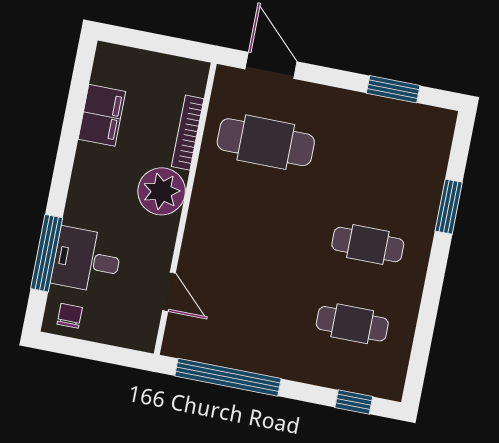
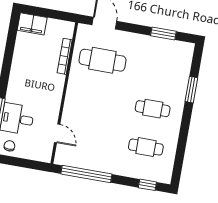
filing cabinet: (102, 115) -> (32, 24), moved, turned 90
plant: (162, 191) -> (53, 85), removed

